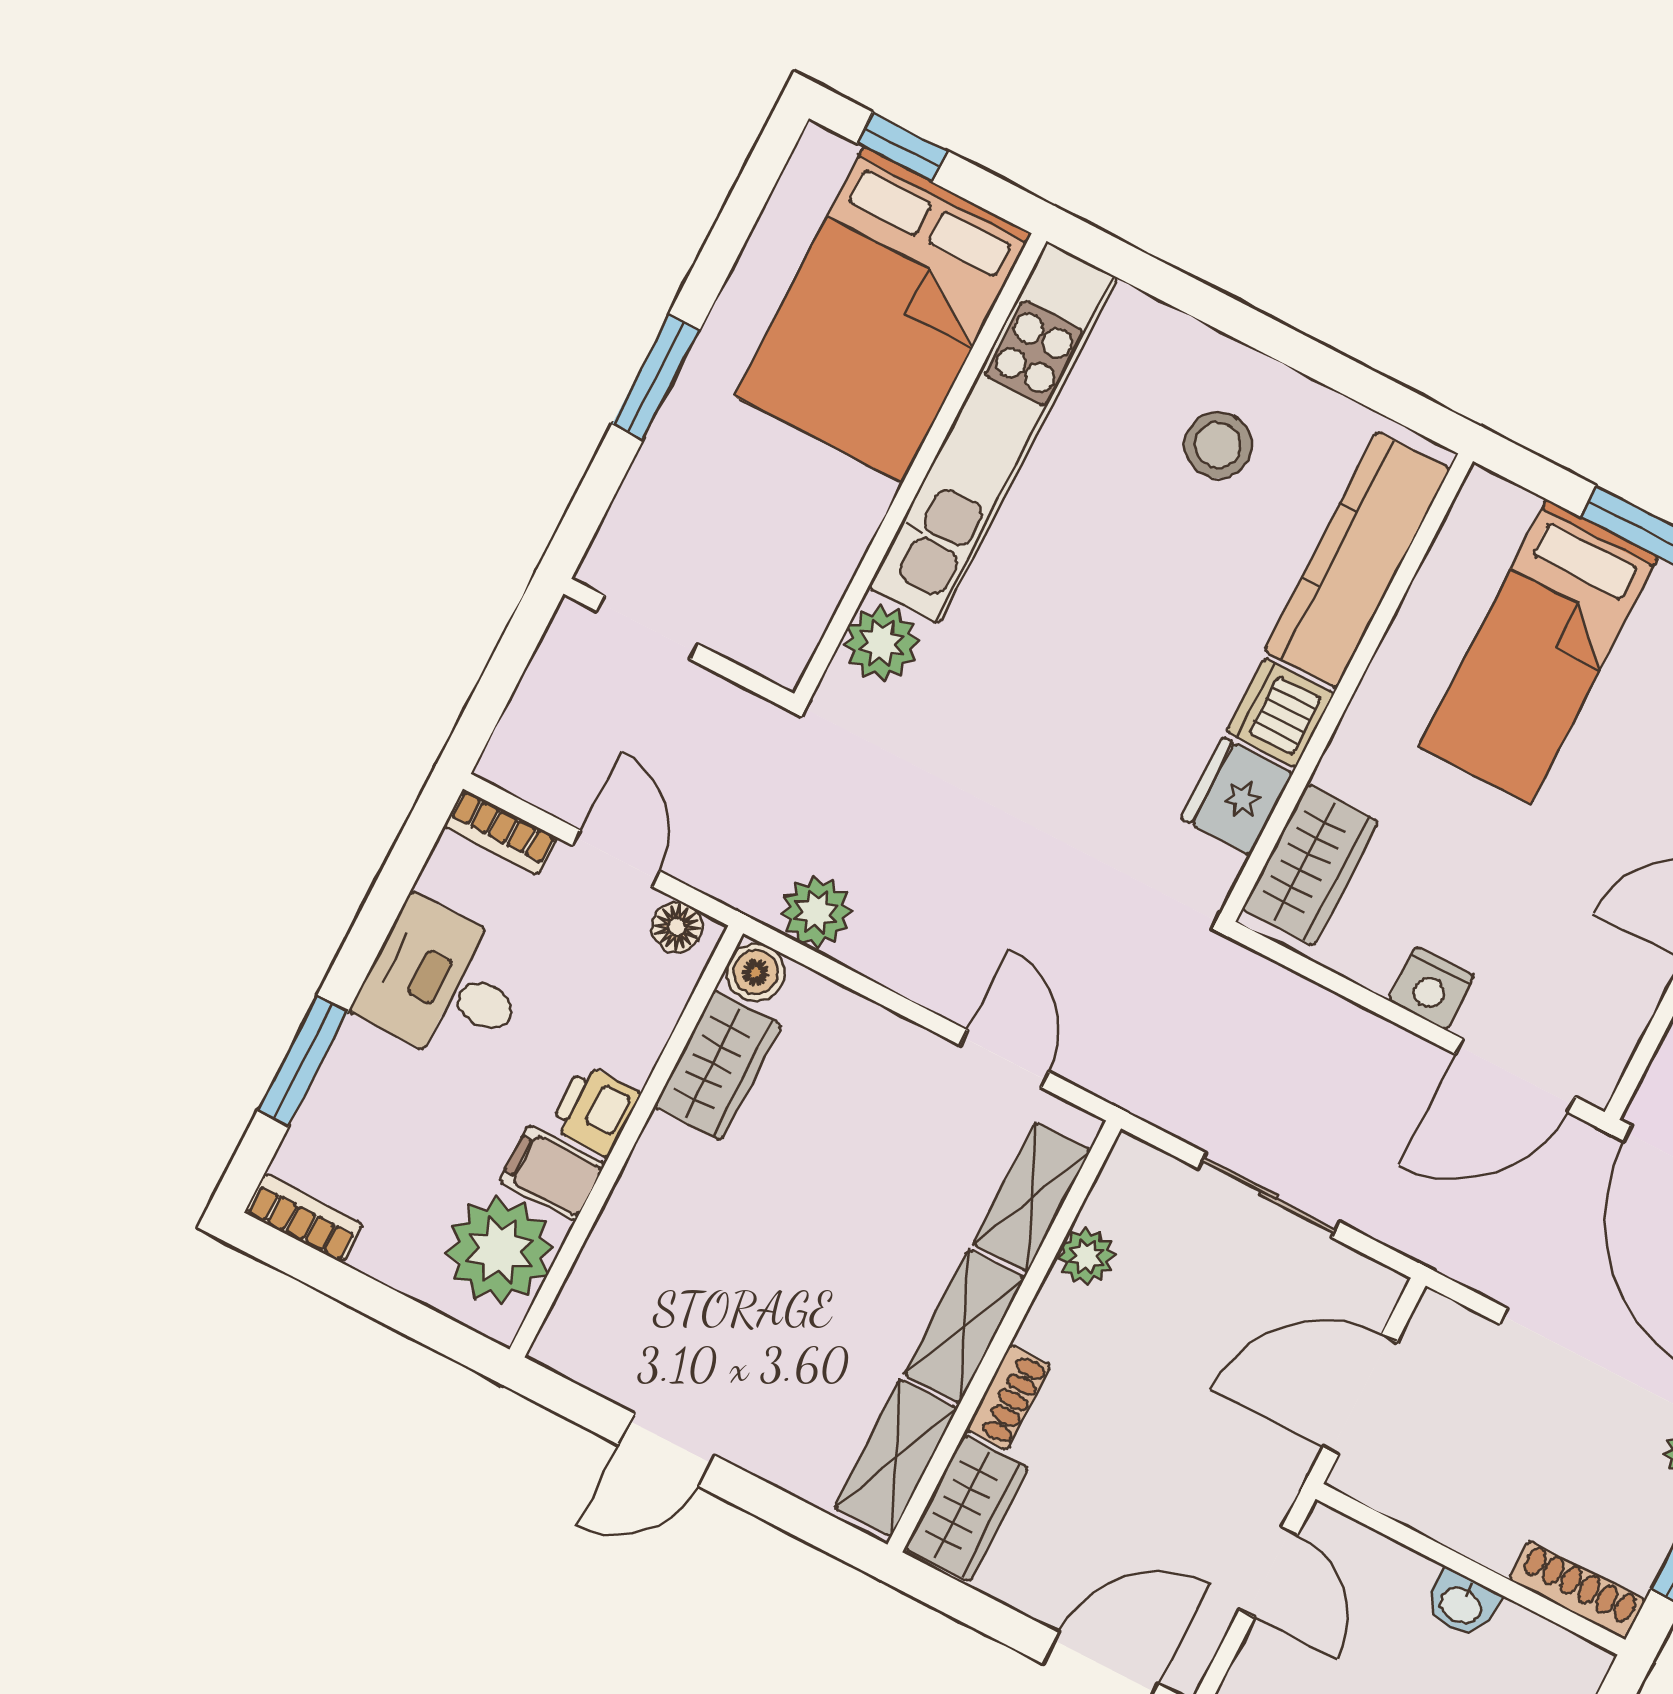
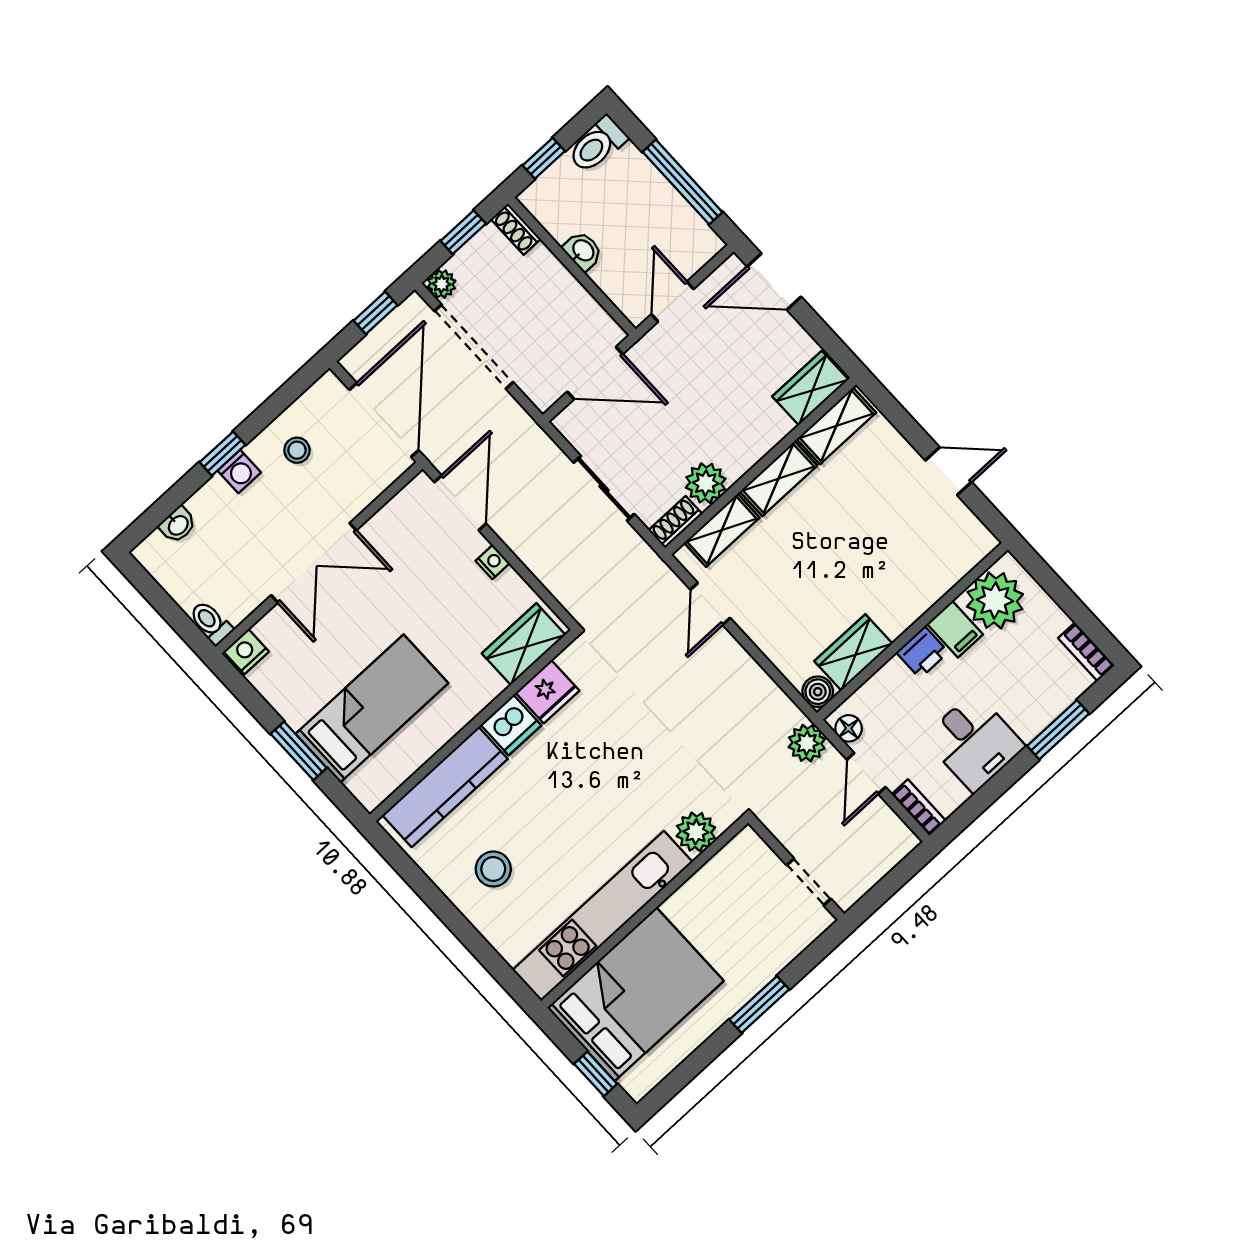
plant: (816, 912) -> (807, 743), moved
nightstand: (1431, 988) -> (493, 562), width x0.72, depth x0.74
door: (1515, 1075) -> (460, 503), hinge flipped
plant: (1087, 1256) -> (706, 483), width x1.38, depth x1.38
shoe rack: (1008, 1397) -> (675, 522), moved
shoe rack: (1577, 1590) -> (516, 229), width x0.70

